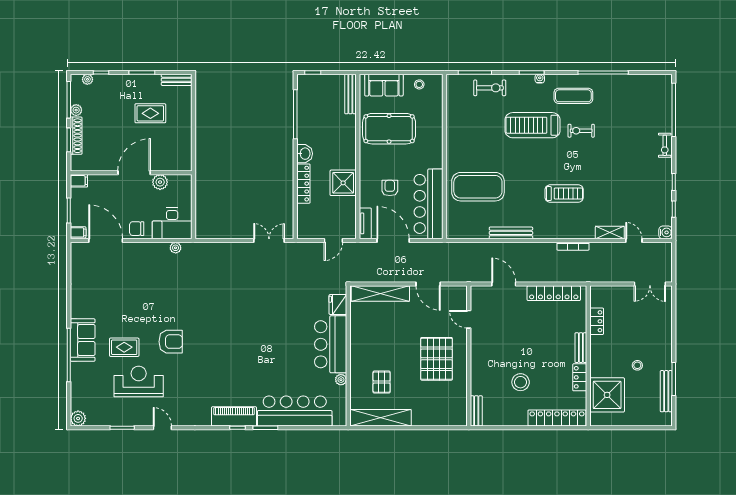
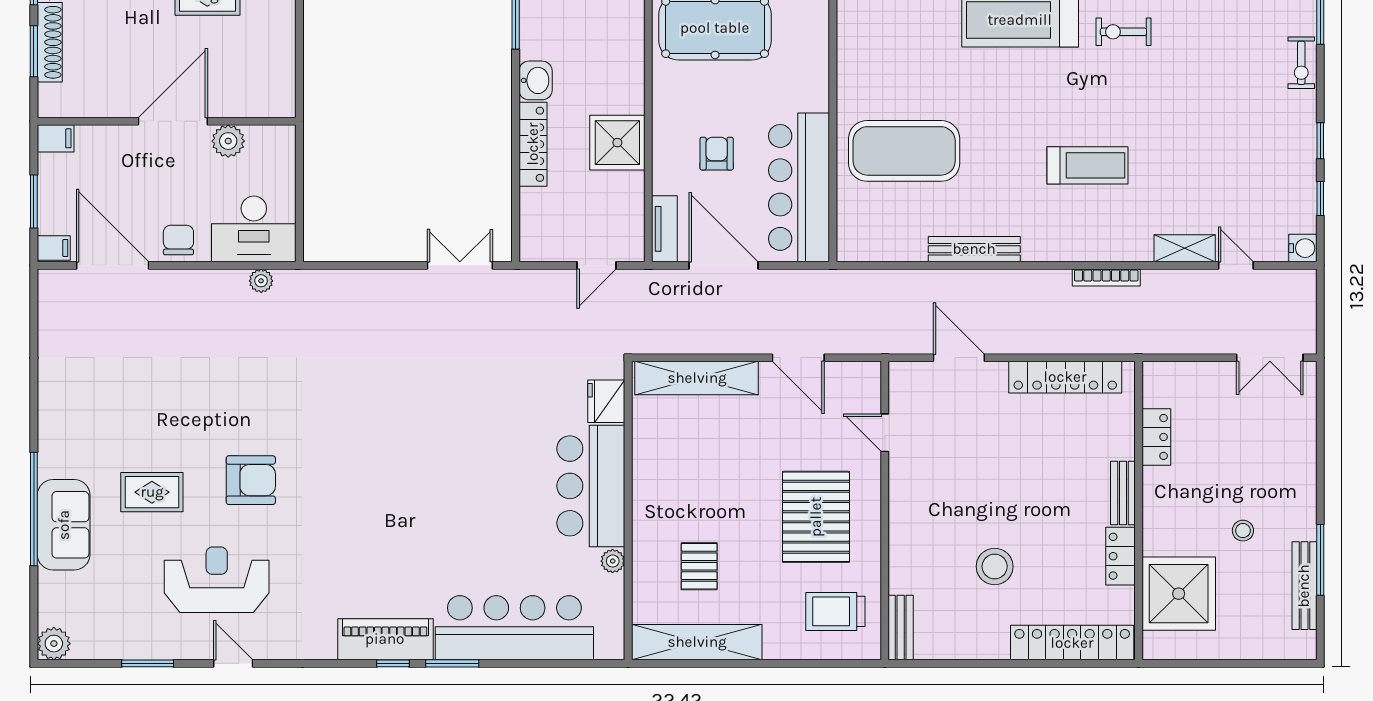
chair: (137, 229) -> (178, 240), turned 90
sofa: (83, 340) -> (64, 525), moved
reception desk: (139, 381) -> (217, 580), moved
trolley: (446, 403) -> (835, 611), added

